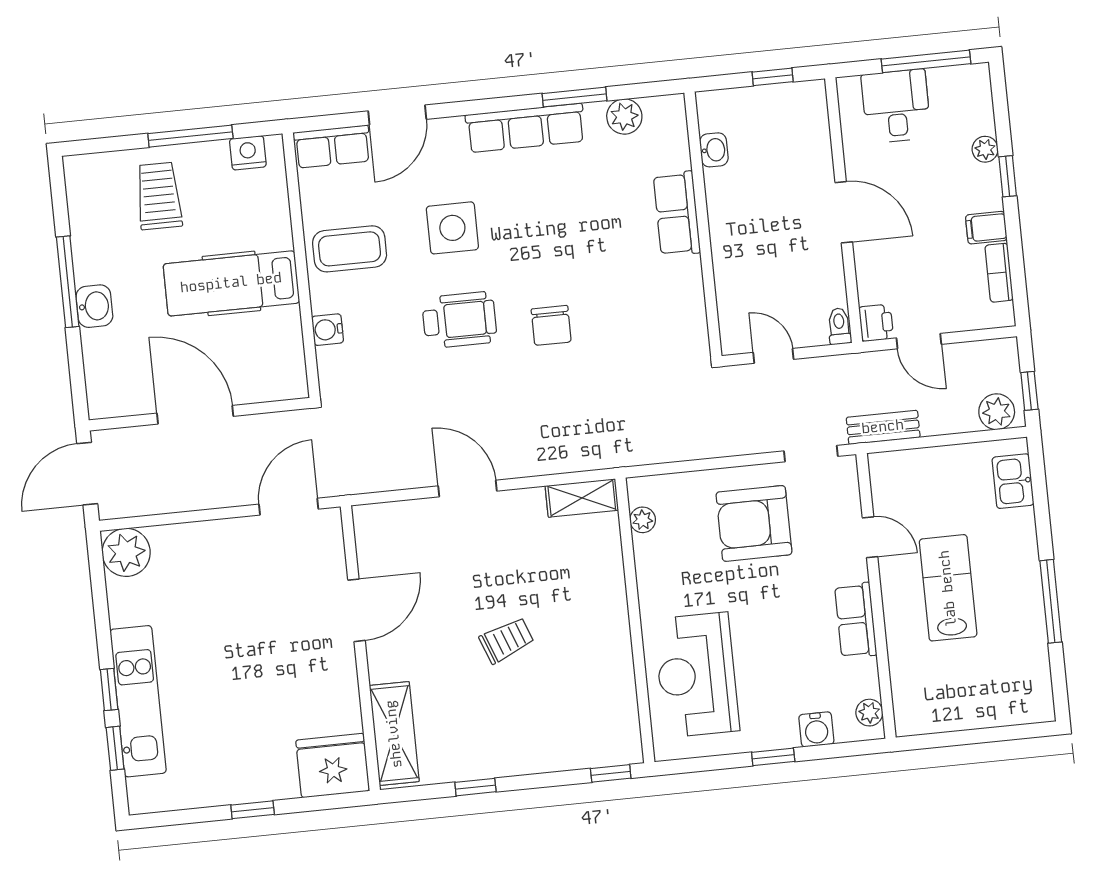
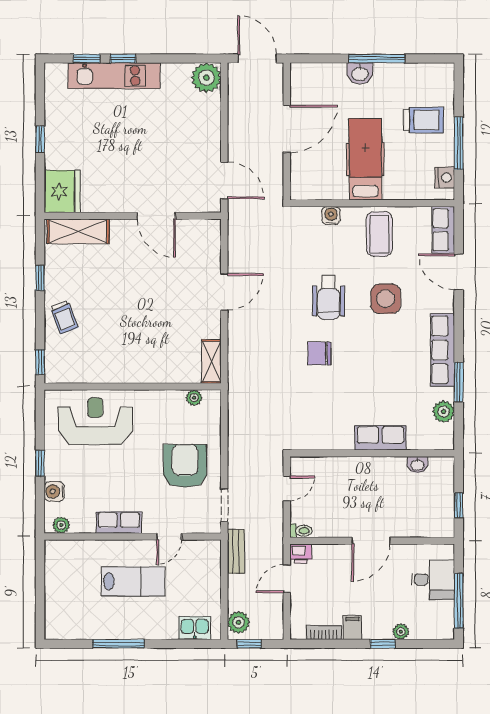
trolley: (507, 640) -> (64, 317), moved

